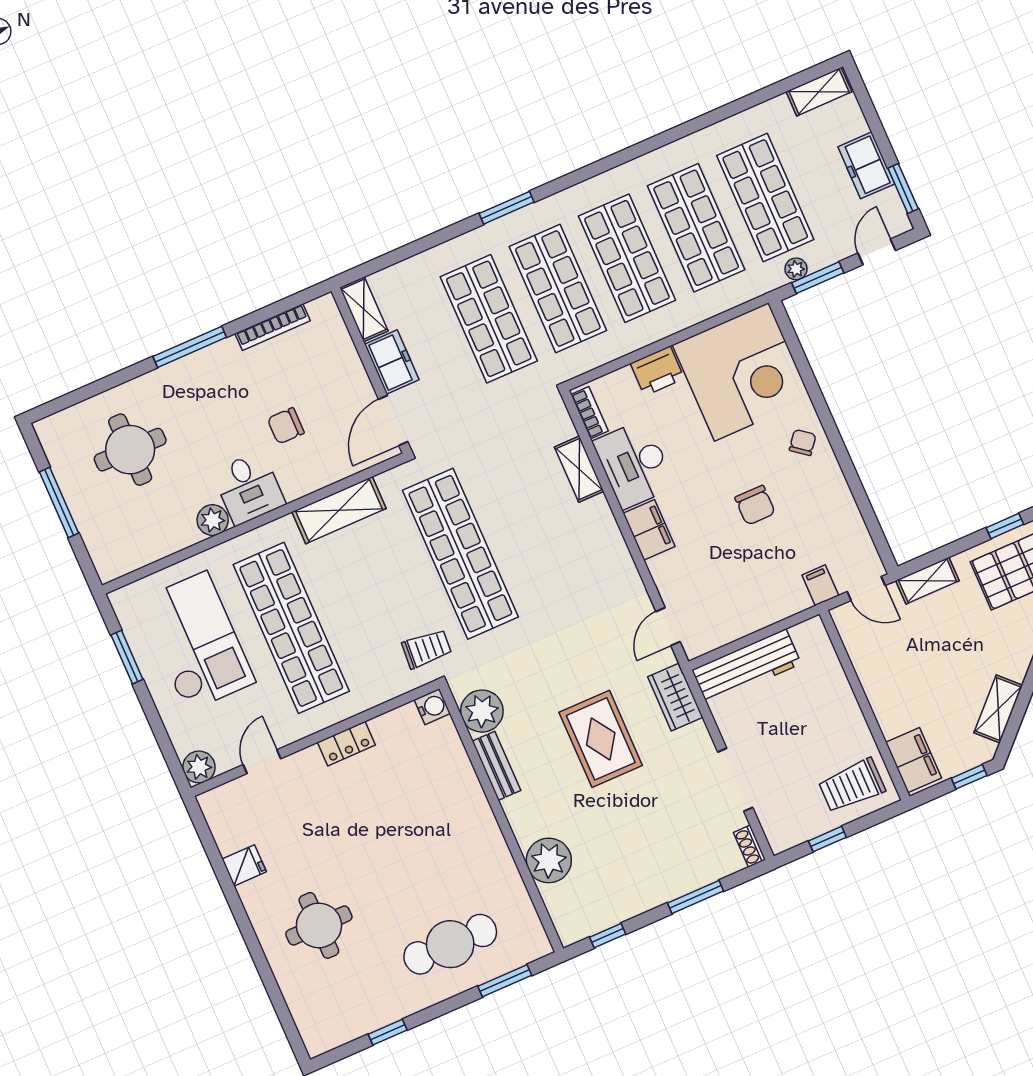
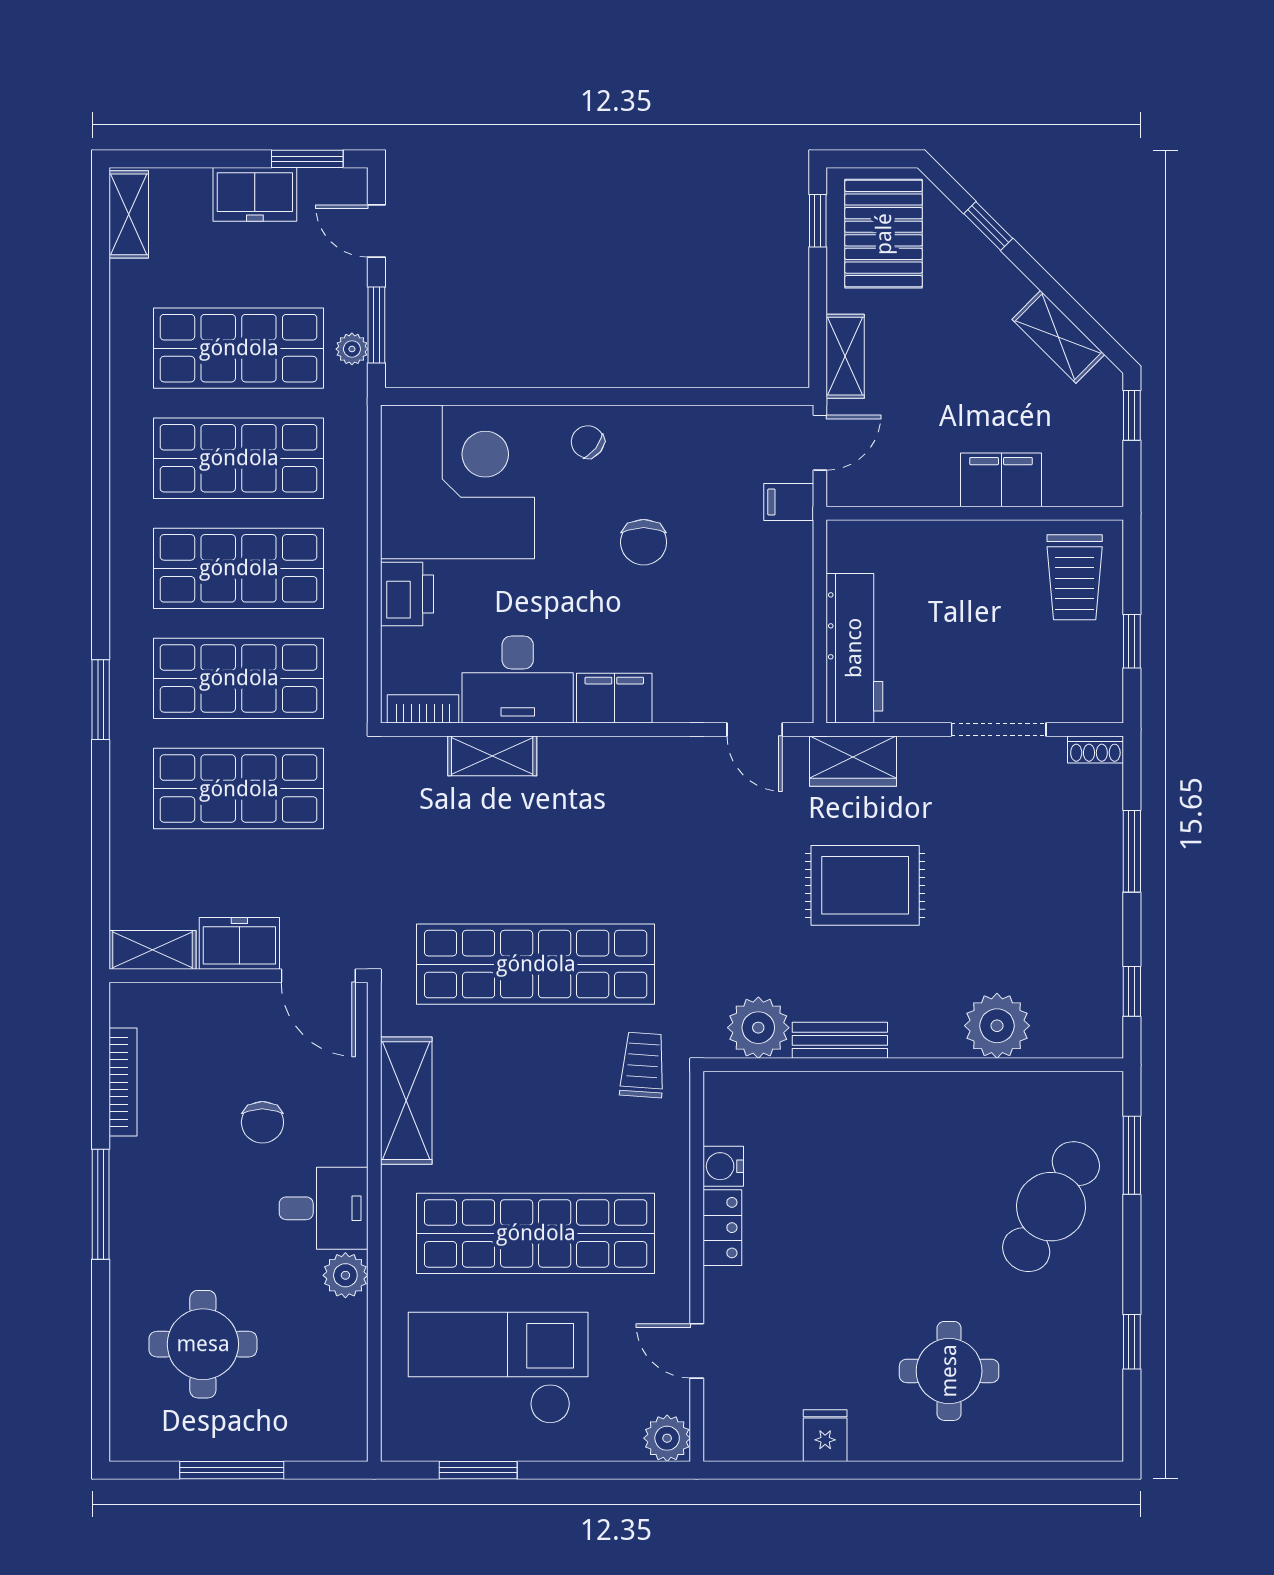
chair: (755, 505) -> (644, 542), turned 90
water cooler: (432, 707) -> (723, 1166), moved, turned -90
filing cabinet: (914, 760) -> (1001, 480), moved
cafe table: (450, 944) -> (1051, 1207), turned 30

